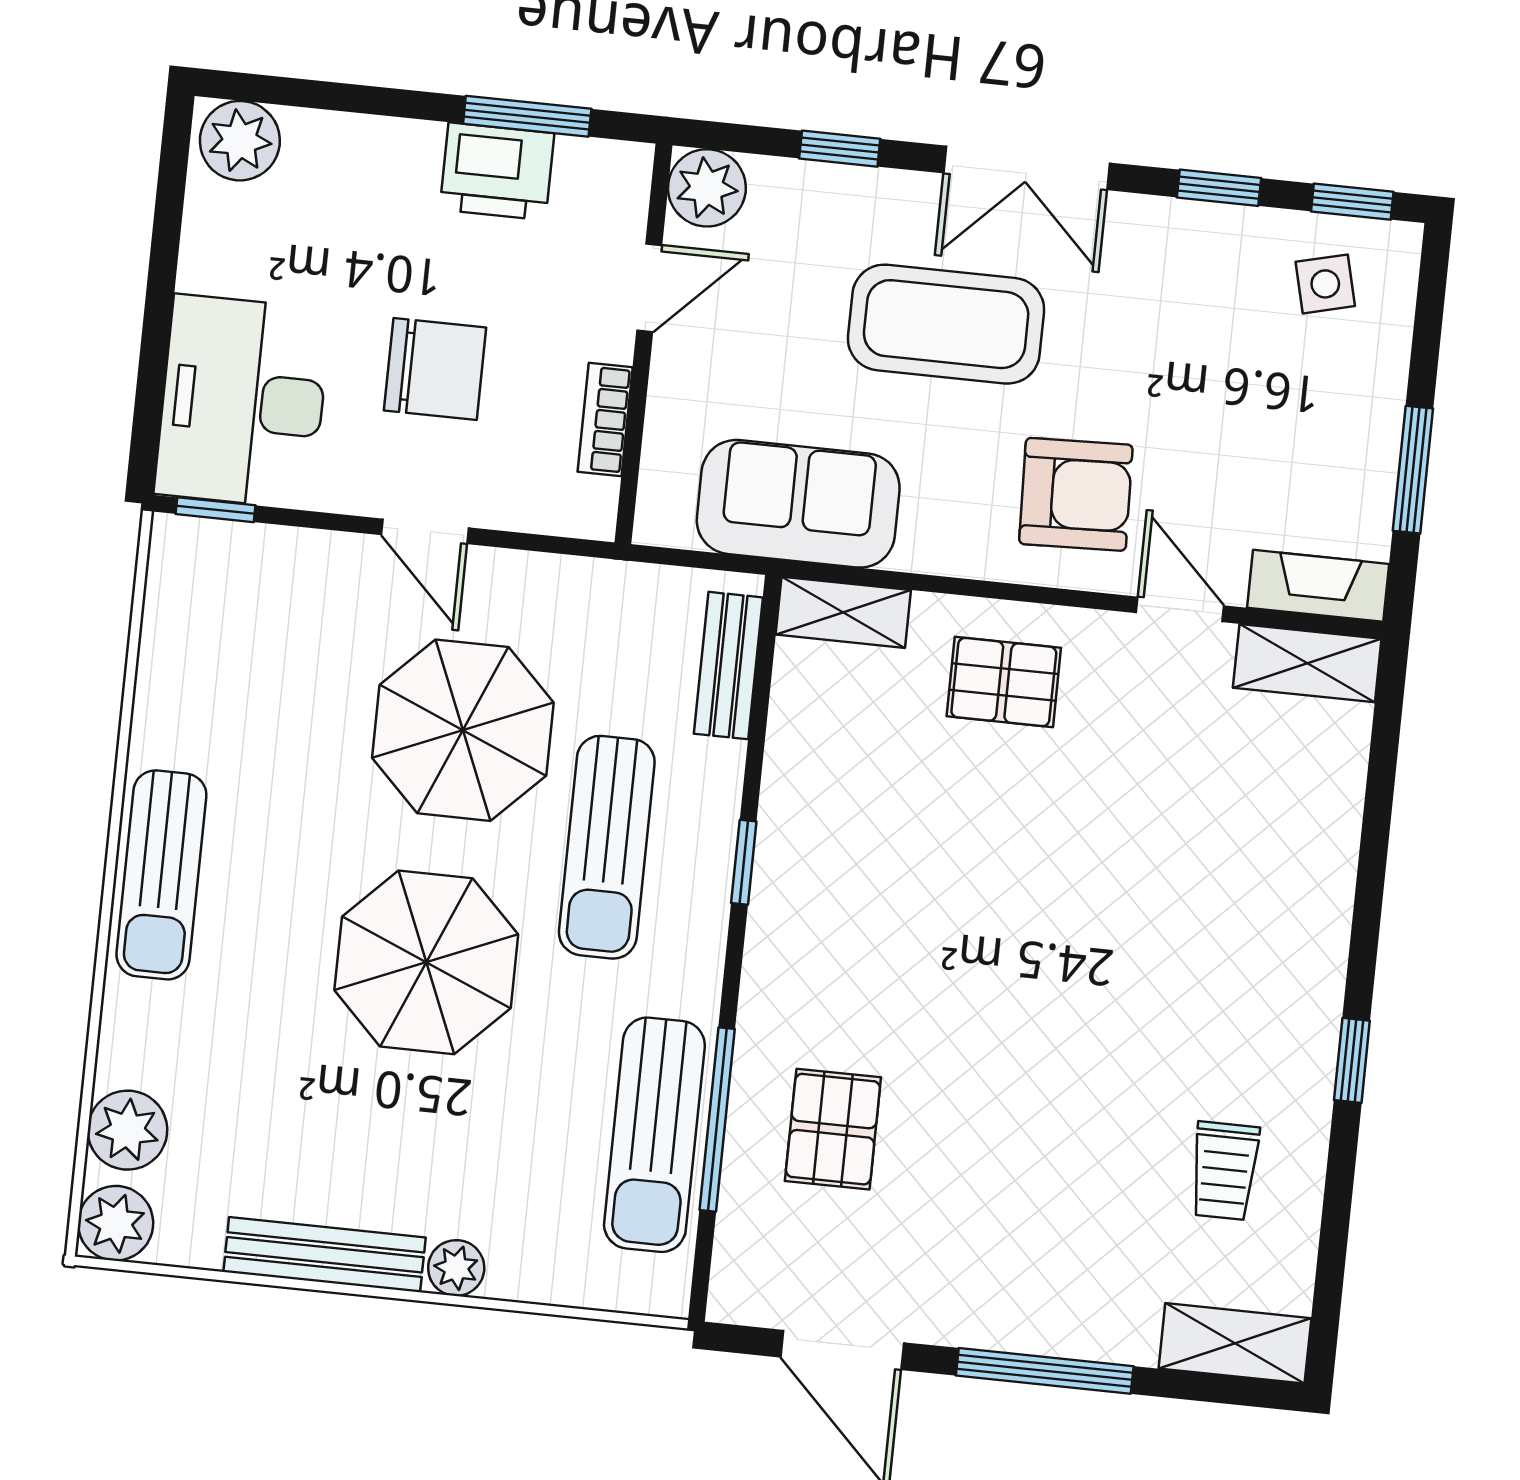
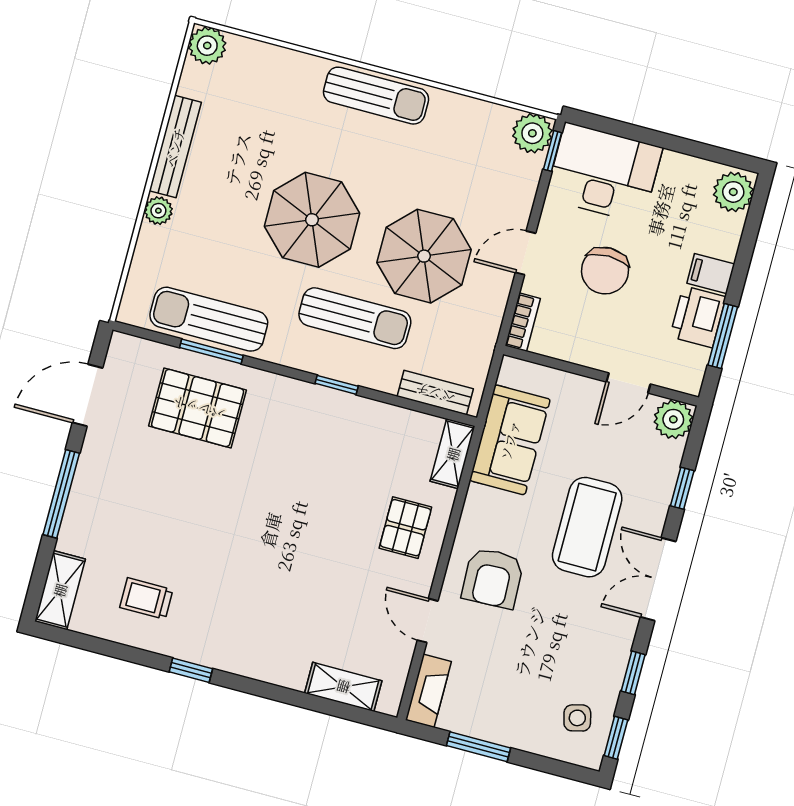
filing cabinet: (408, 160) -> (711, 274), added
door: (649, 288) -> (628, 383), hinge flipped
bookcase: (605, 419) -> (523, 322), moved, turned 90
door: (1180, 609) -> (428, 621), swing flipped
shelving: (1307, 663) -> (343, 687), moved, turned 90
sun lounger: (607, 847) -> (355, 318), turned 180
sun lounger: (161, 875) -> (376, 96), turned 180
window: (717, 1120) -> (211, 351), width x0.69
pallet: (833, 1129) -> (198, 408), width x1.50, depth x1.42
plant: (127, 1130) -> (532, 133), moved

